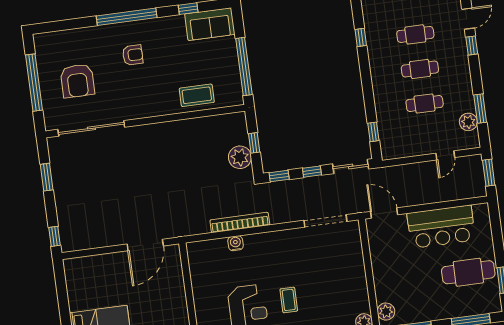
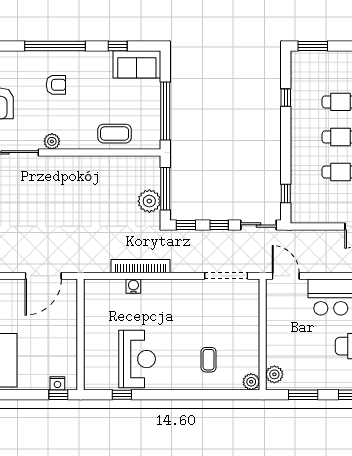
plant: (136, 111) -> (52, 141), added
window: (254, 143) -> (165, 189), width x2.17
coffee table: (289, 300) -> (209, 360), moved

